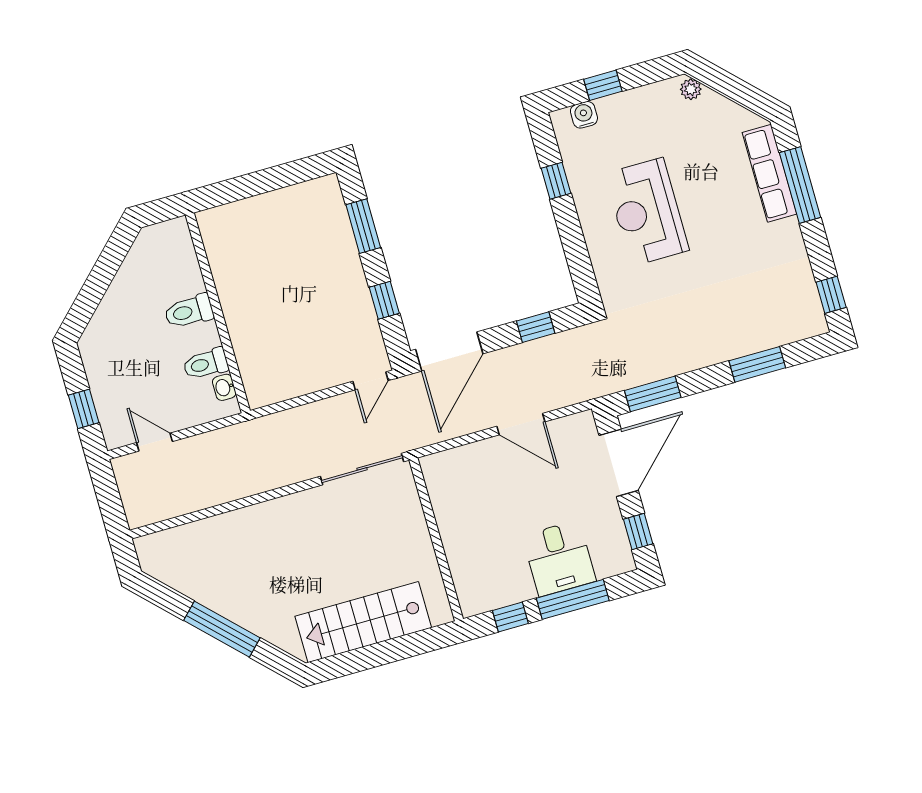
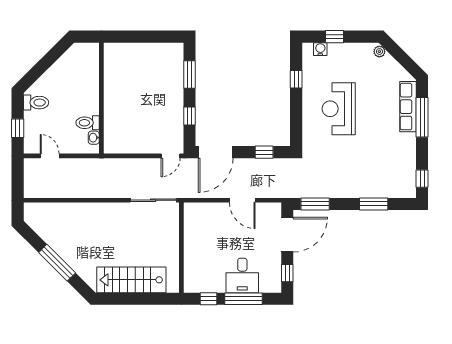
toilet: (189, 311) -> (36, 103), moved, turned 180

